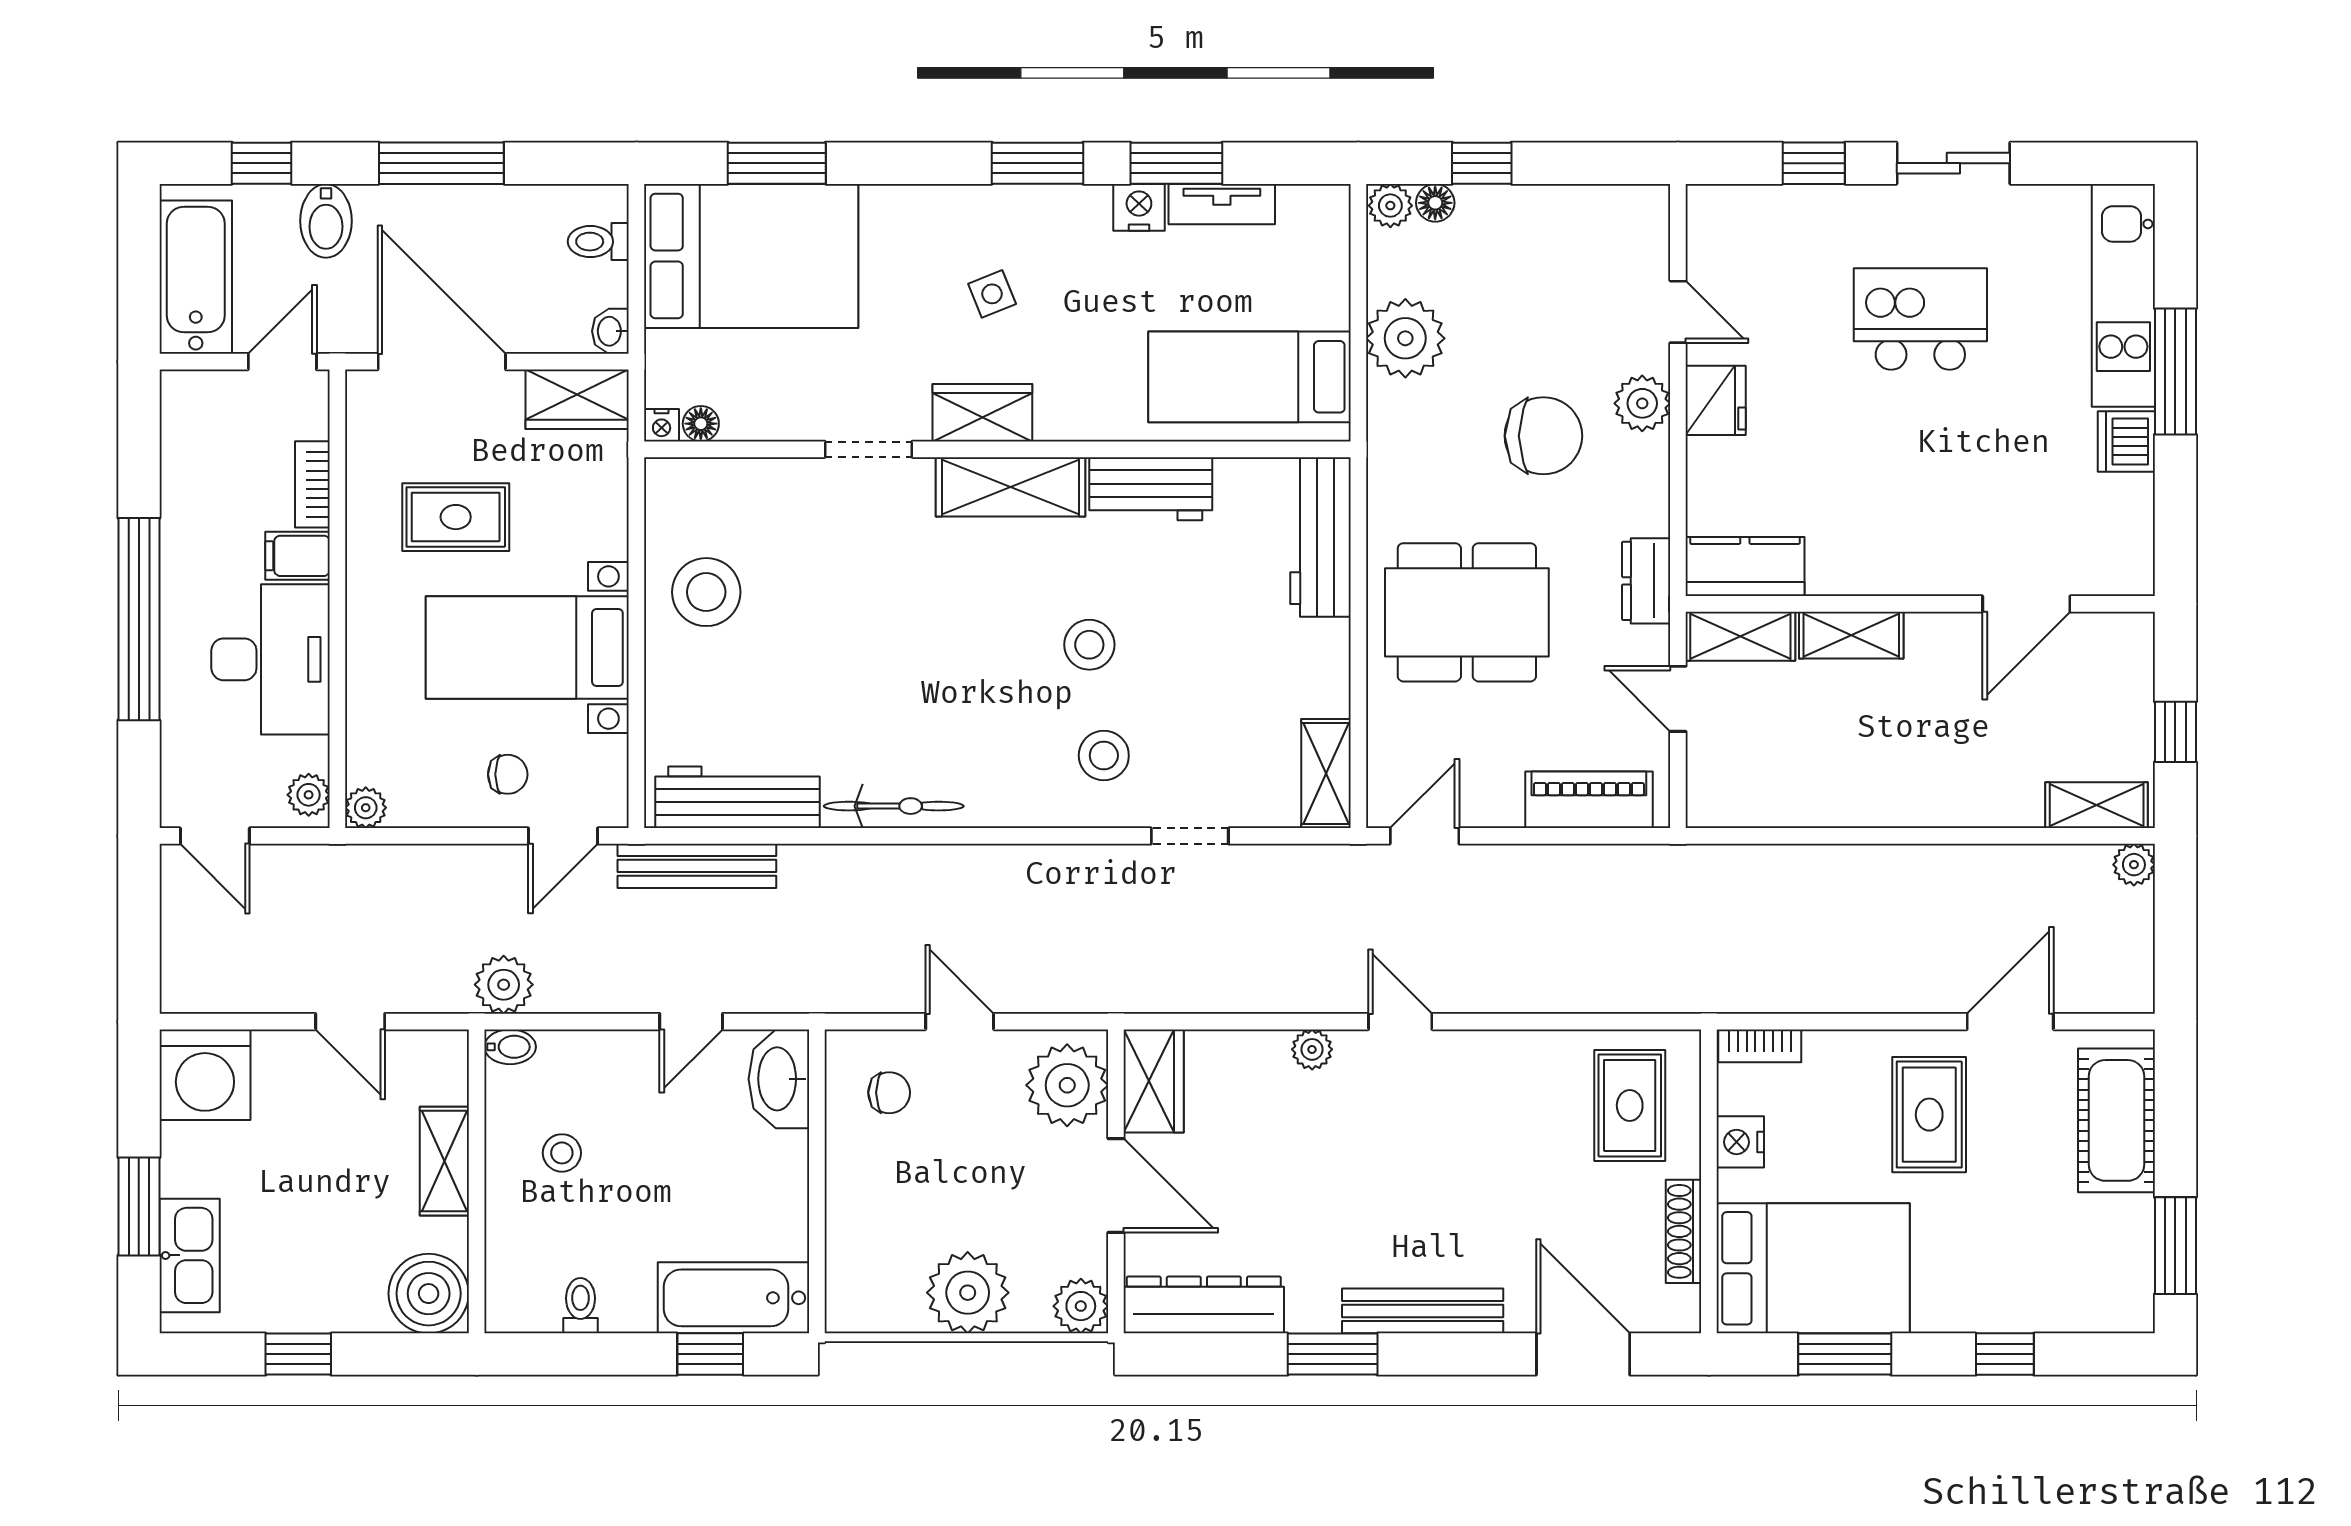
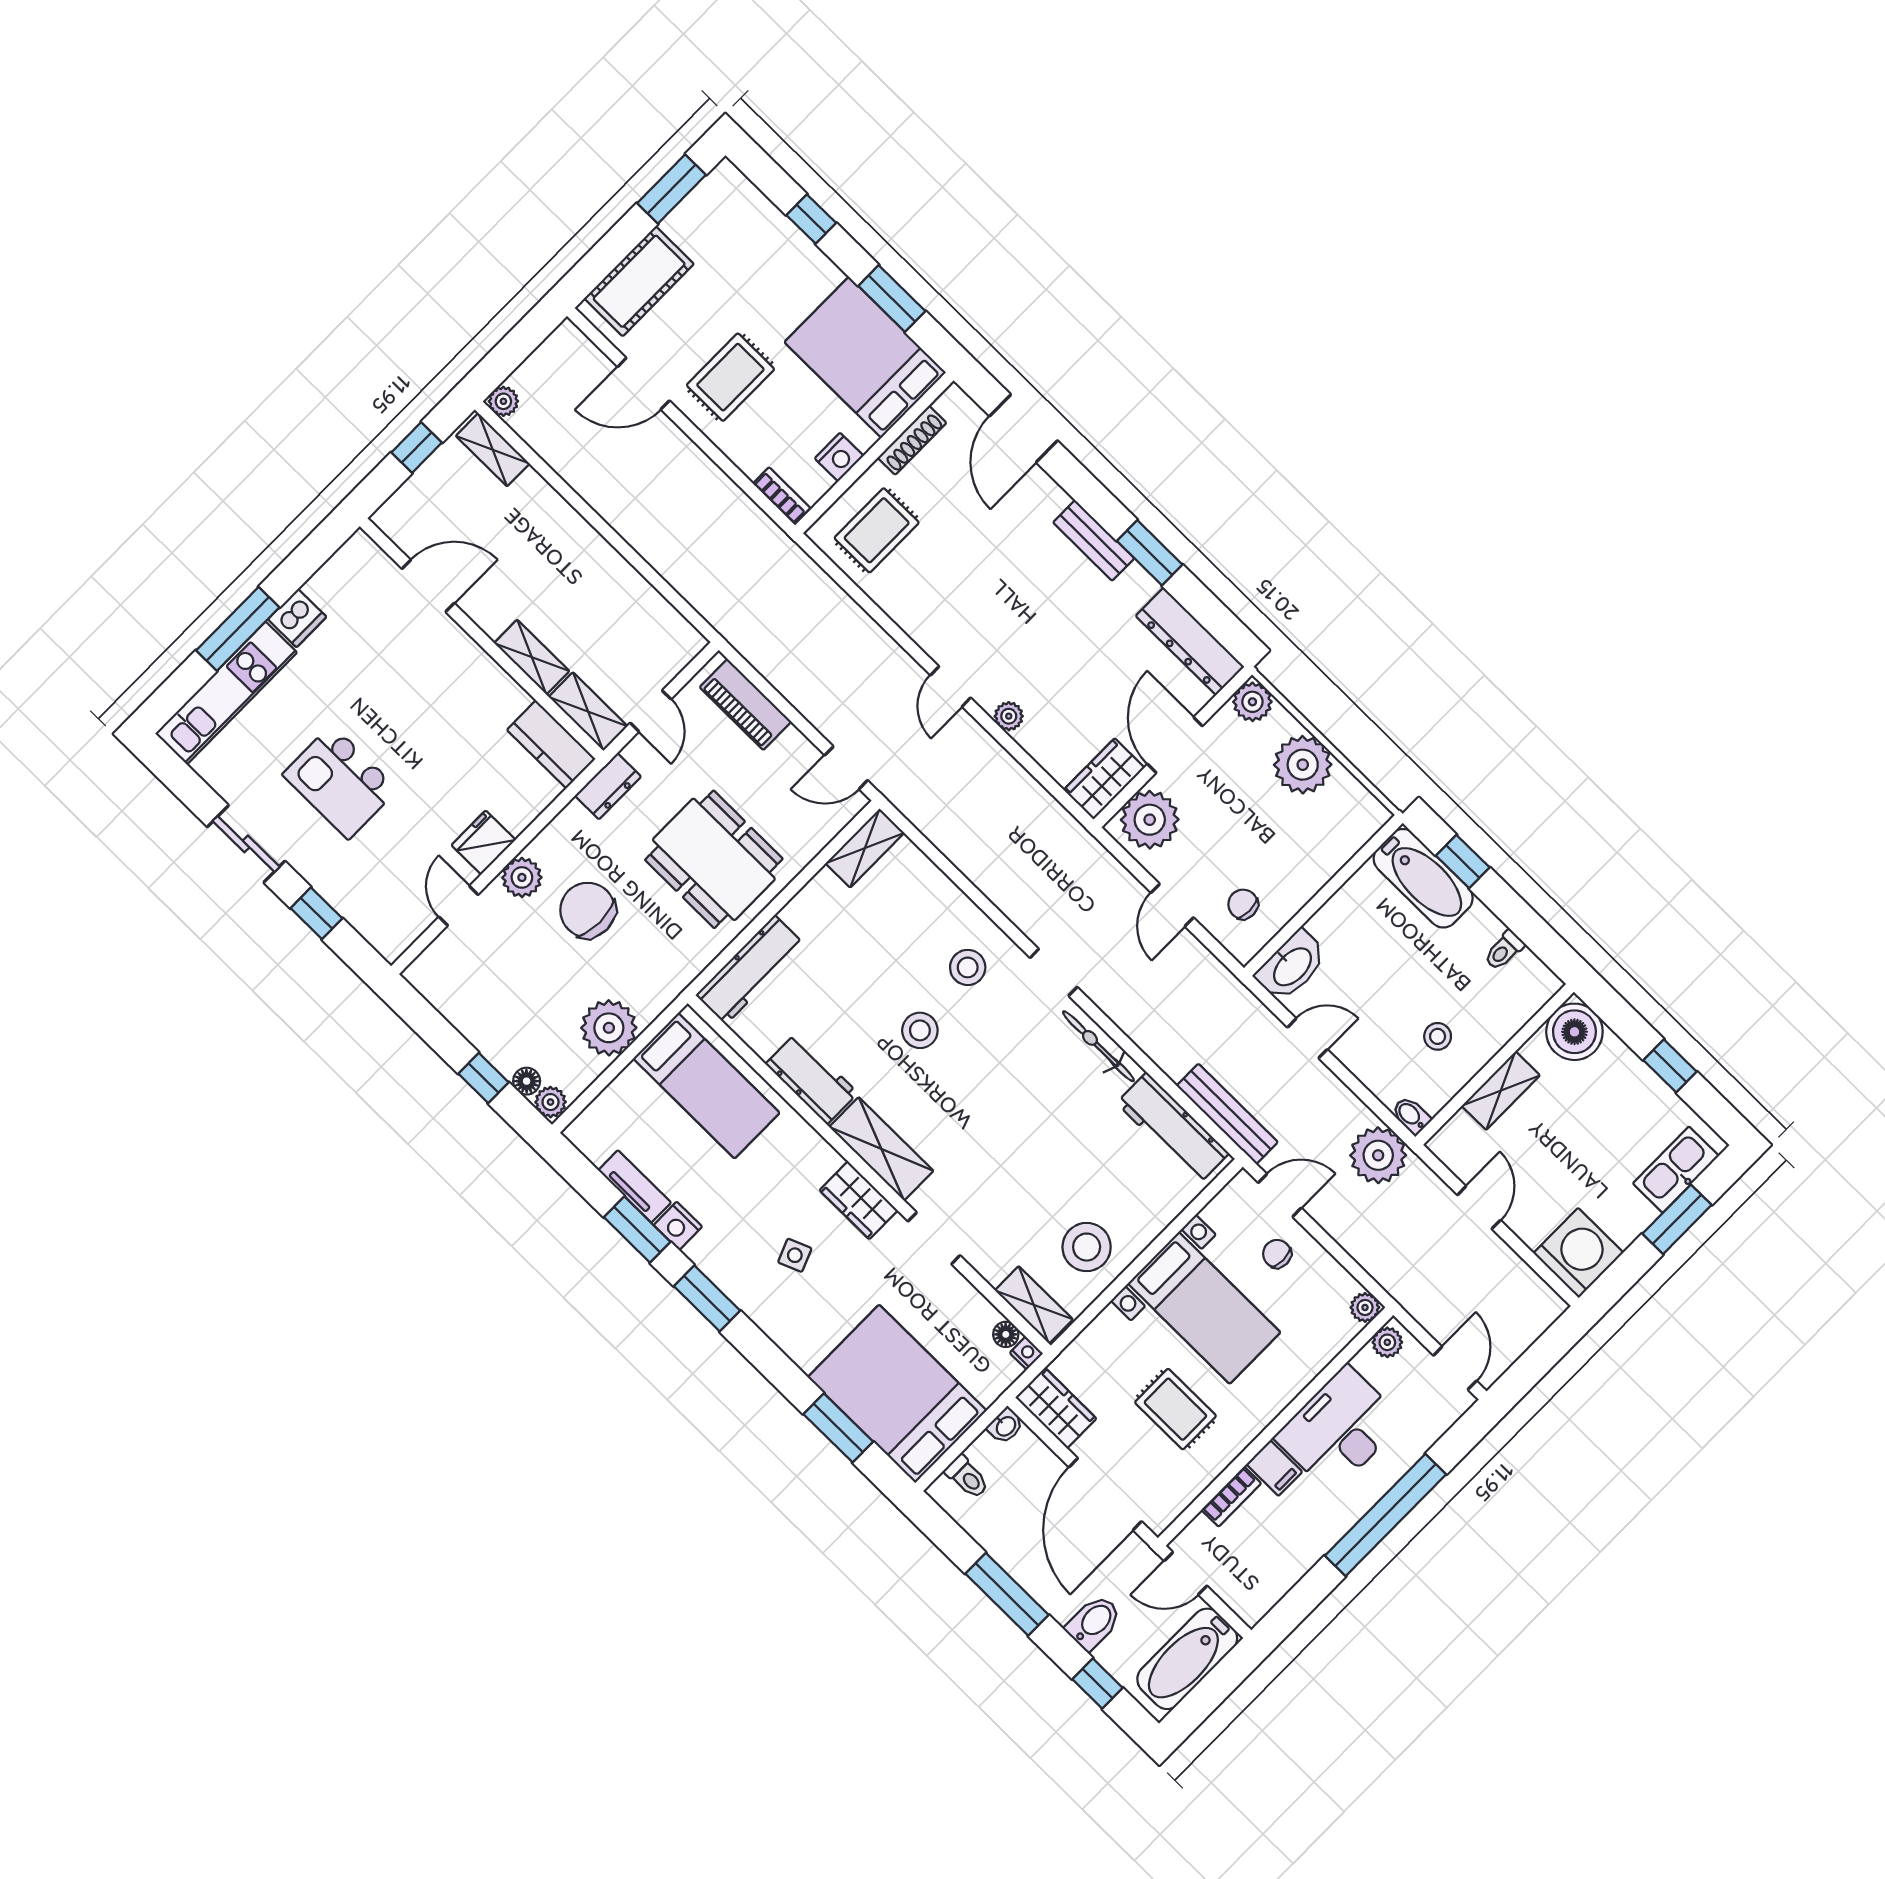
shelving: (702, 481) -> (1034, 1305), added
doorway: (1190, 836) -> (1054, 972), moved
plant: (504, 985) -> (1378, 1155), width x1.36, depth x1.36
bench: (1423, 1311) -> (1094, 540), width x0.73

